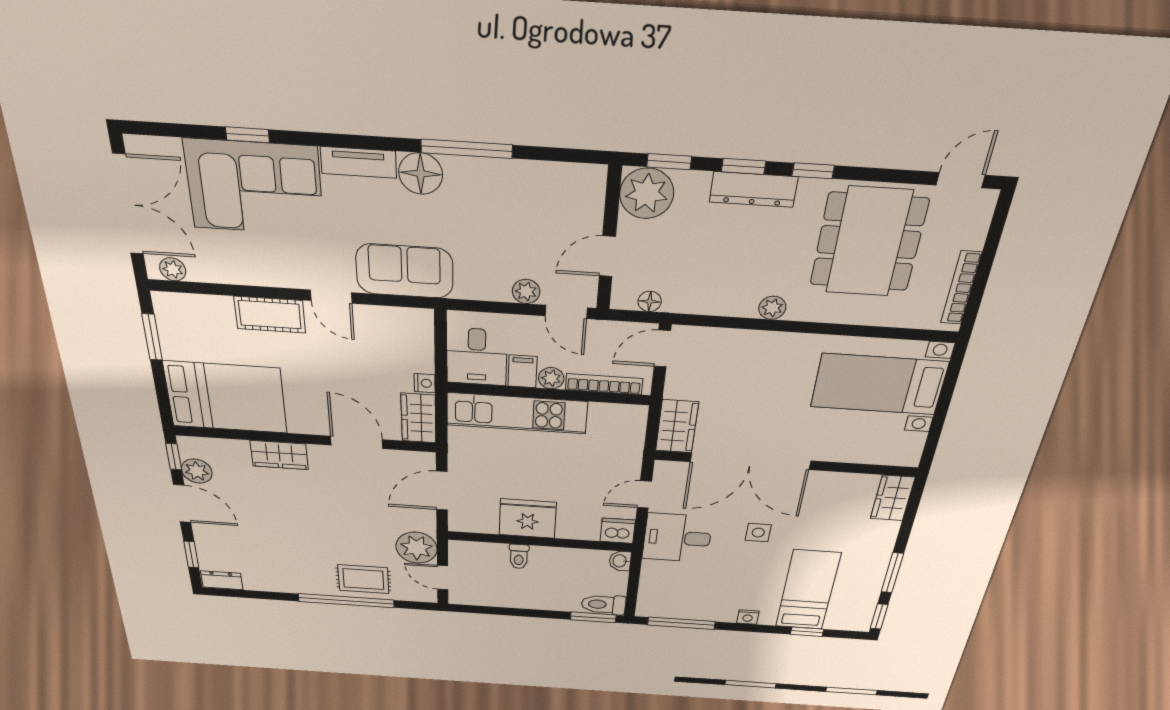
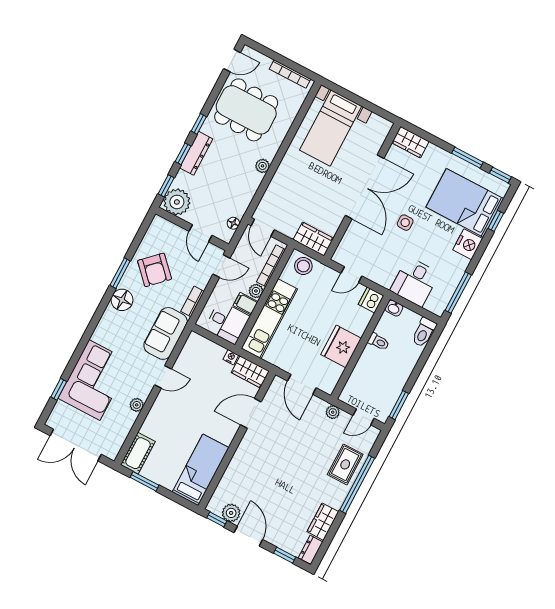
window: (247, 135) -> (59, 389), moved
window: (467, 149) -> (120, 273), width x0.69
tv unit: (358, 162) -> (104, 325), removed
door: (961, 180) -> (232, 61), swing flipped
double door: (128, 205) -> (76, 445), swing flipped
armchair: (504, 207) -> (155, 270), added
plant: (173, 269) -> (137, 405), moved
bookcase: (482, 291) -> (192, 301), added
plant: (526, 291) -> (202, 280), removed
cot: (270, 315) -> (138, 453), moved
bed: (226, 397) -> (201, 470), width x0.67
stool: (626, 428) -> (303, 266), added
wardrobe: (279, 455) -> (323, 522), moved, turned 180
double door: (750, 461) -> (365, 187), moved
door: (644, 494) -> (351, 275), hinge flipped
door: (182, 504) -> (248, 536), hinge flipped
desk: (677, 538) -> (415, 282), moved
plant: (417, 548) -> (333, 412), width x0.53, depth x0.53
toilet: (519, 557) -> (378, 342), moved
bed: (808, 590) -> (465, 203), width x1.50
window: (593, 617) -> (399, 405), moved
nightstand: (748, 617) -> (468, 244), width x1.89, depth x1.79

